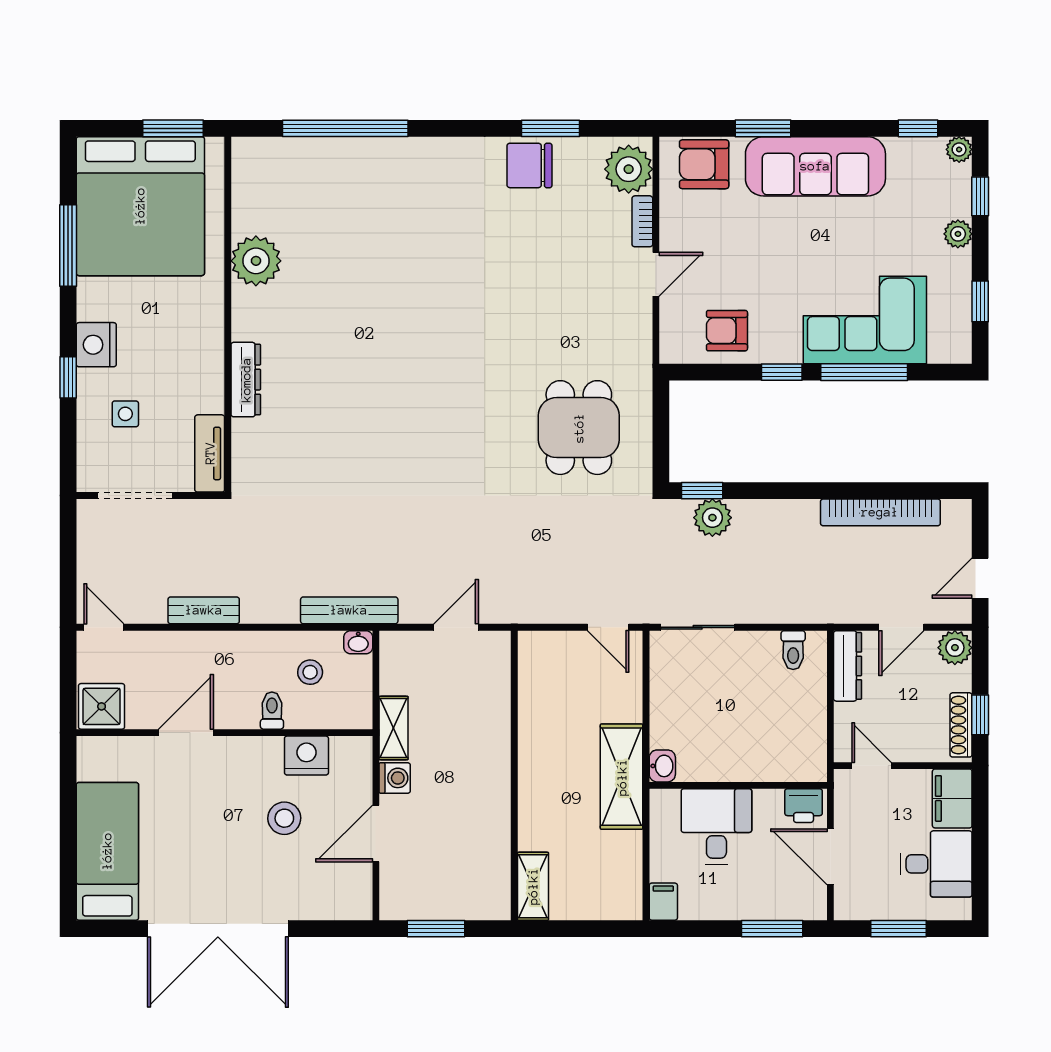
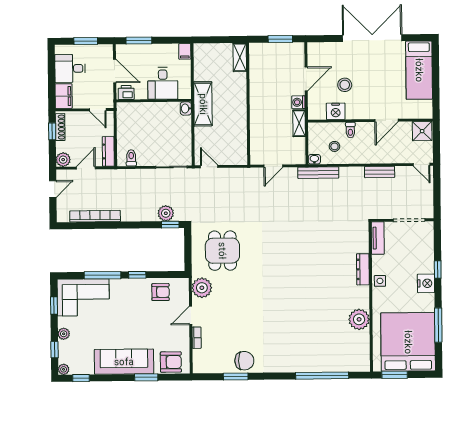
plant: (629, 169) -> (202, 288), moved
corner sofa: (865, 320) -> (83, 297), moved
side table: (125, 414) -> (380, 281), moved

